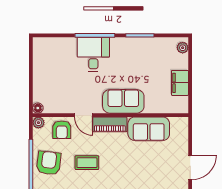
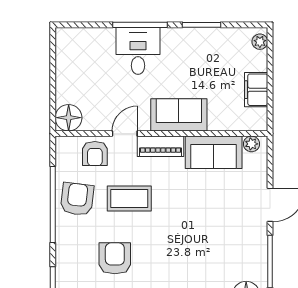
floor lamp: (38, 108) -> (69, 118), width x1.89, depth x1.89
door: (84, 115) -> (125, 134), swing flipped
plant: (38, 123) -> (251, 144), moved
coffee table: (87, 163) -> (129, 198), width x1.36, depth x1.30

